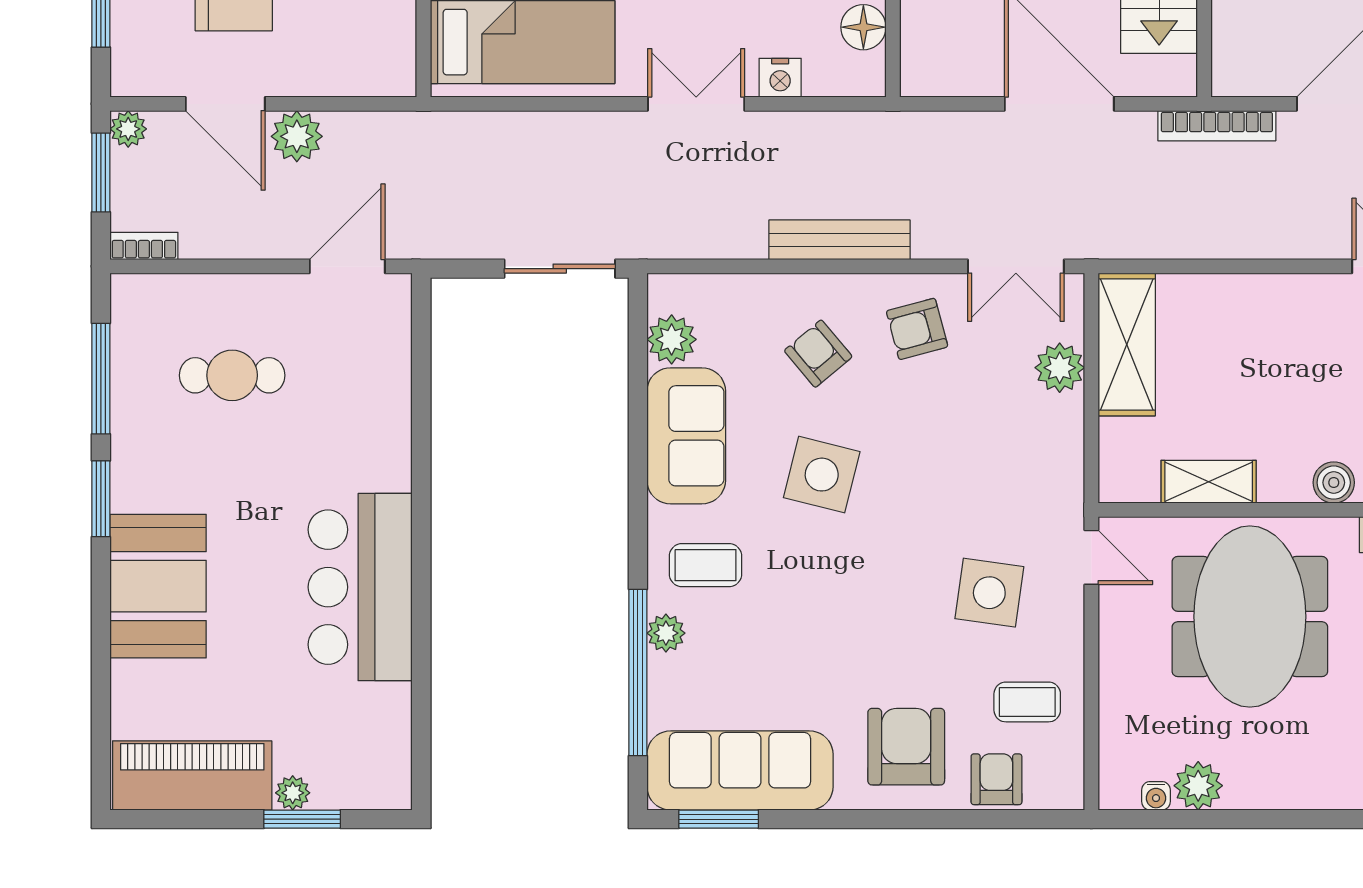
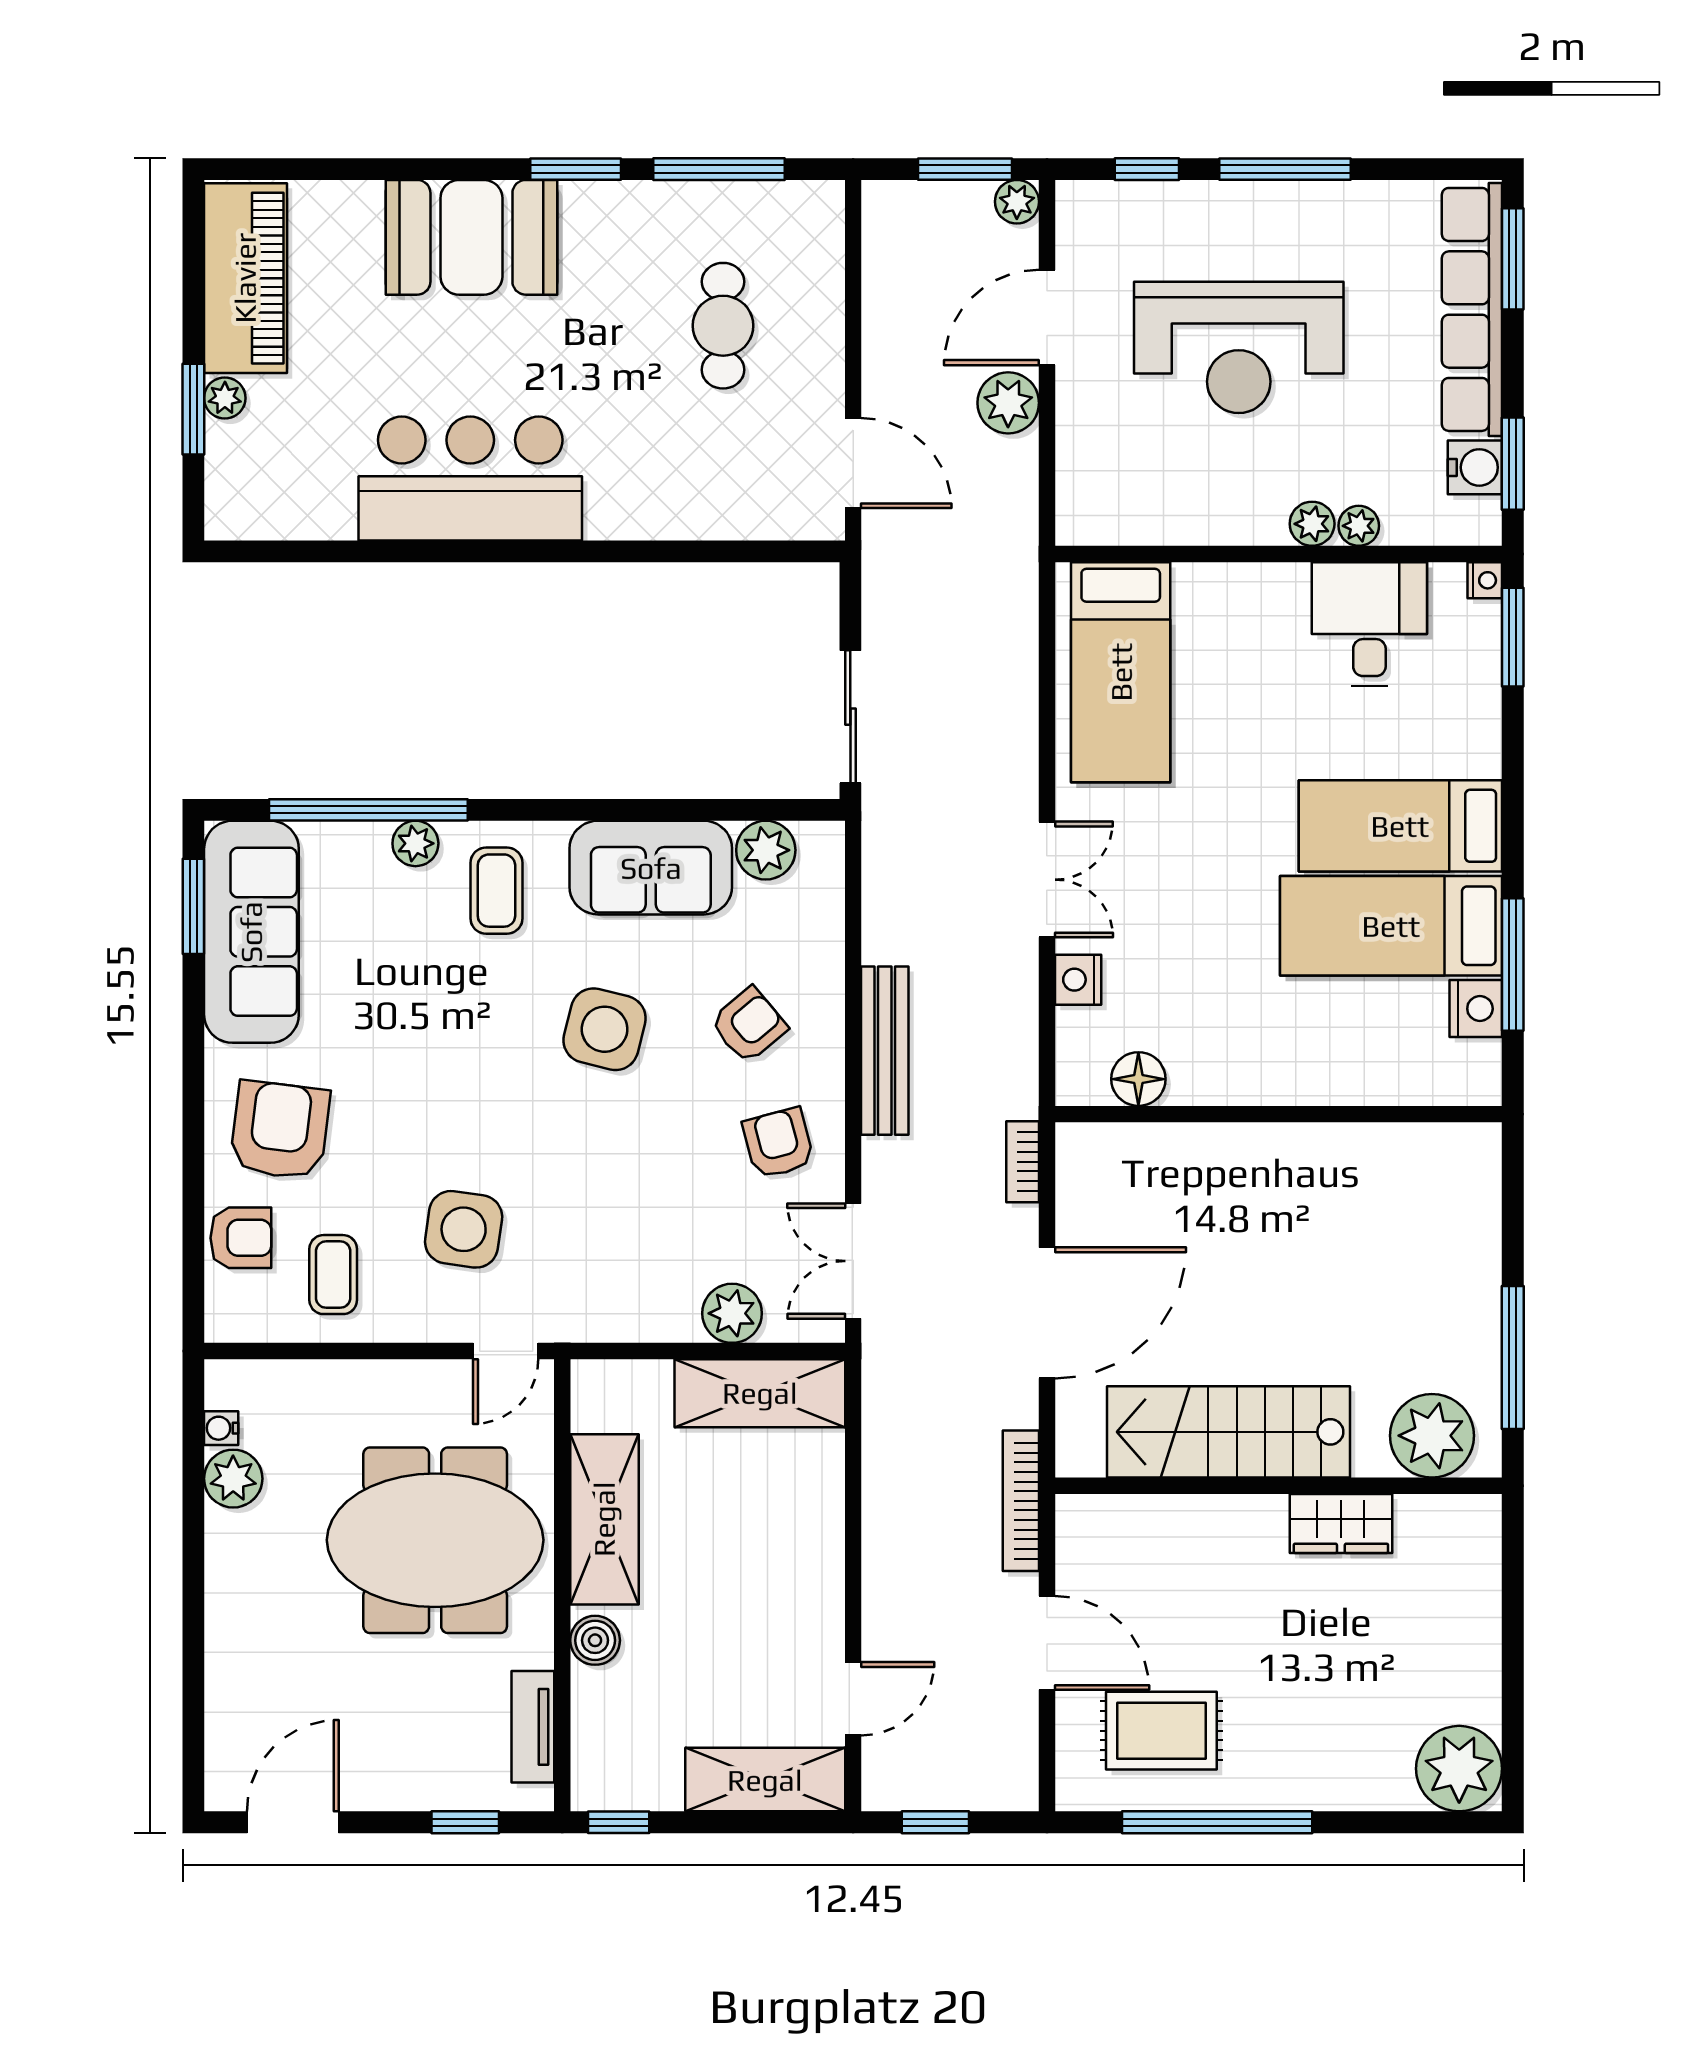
bookcase: (144, 246) -> (1023, 1162), moved, turned 180
shelving: (1209, 482) -> (604, 1519), width x1.50, depth x1.33
armchair: (906, 747) -> (280, 1130), turned -83

